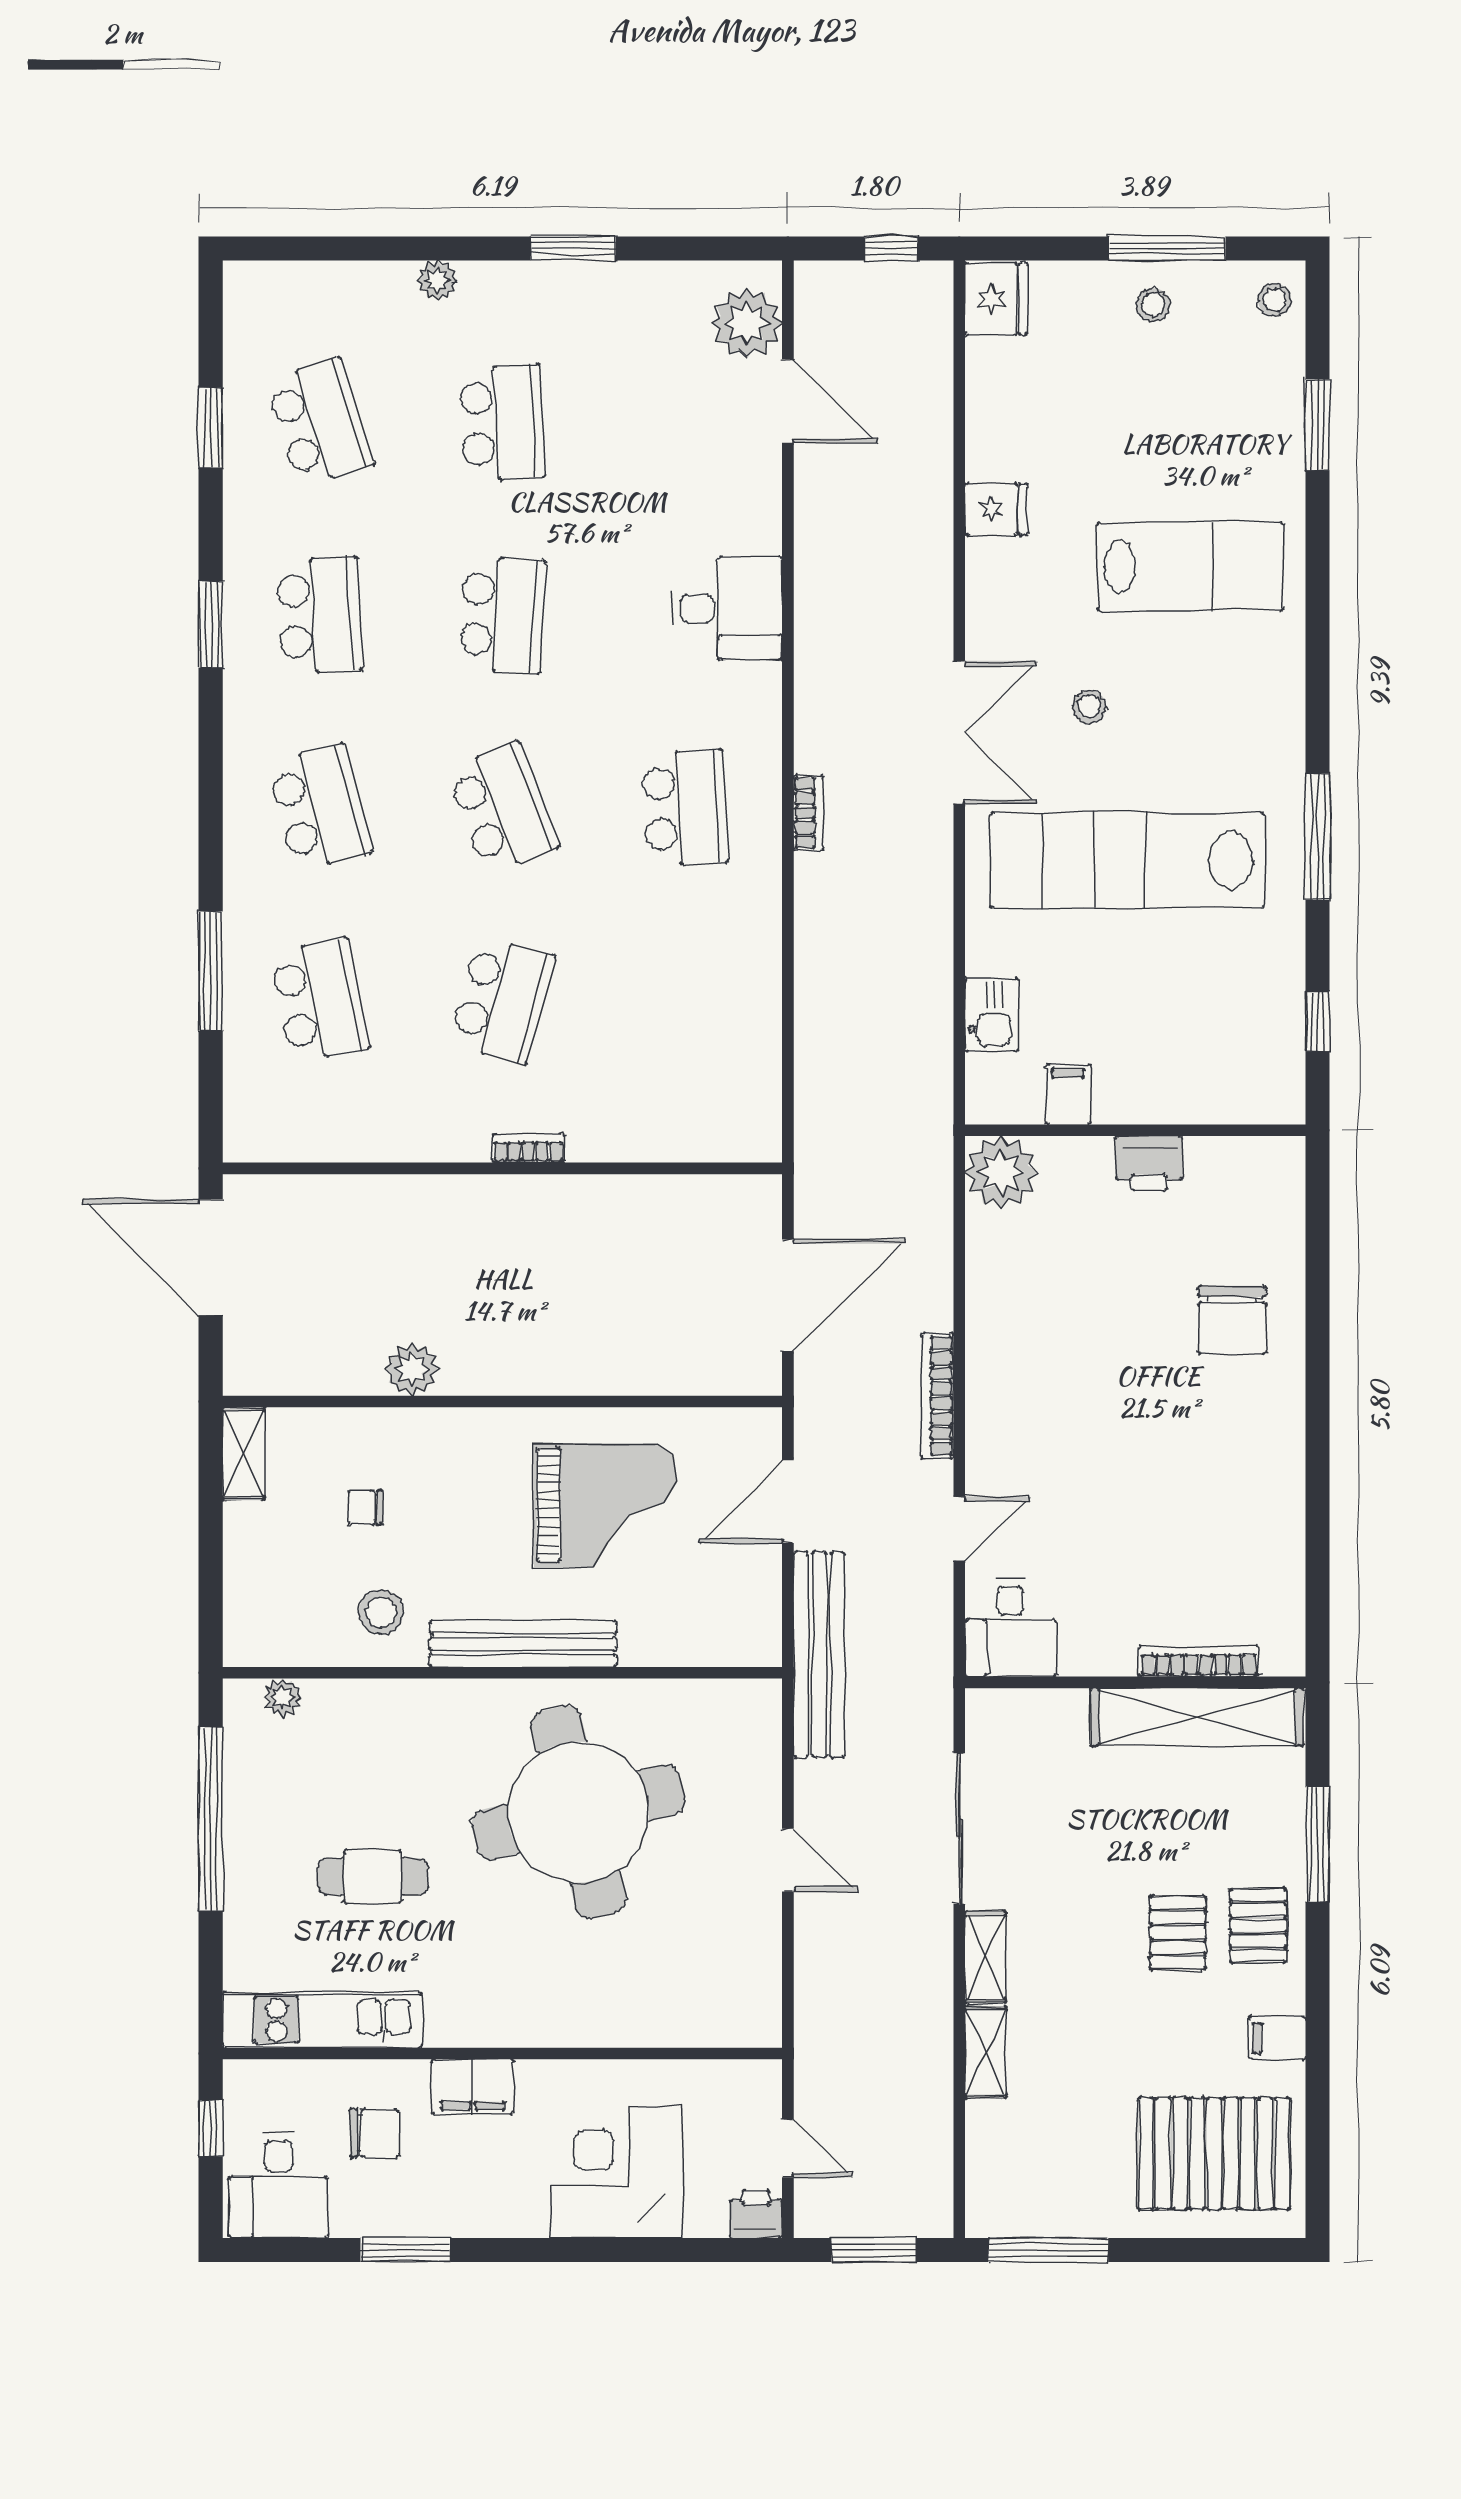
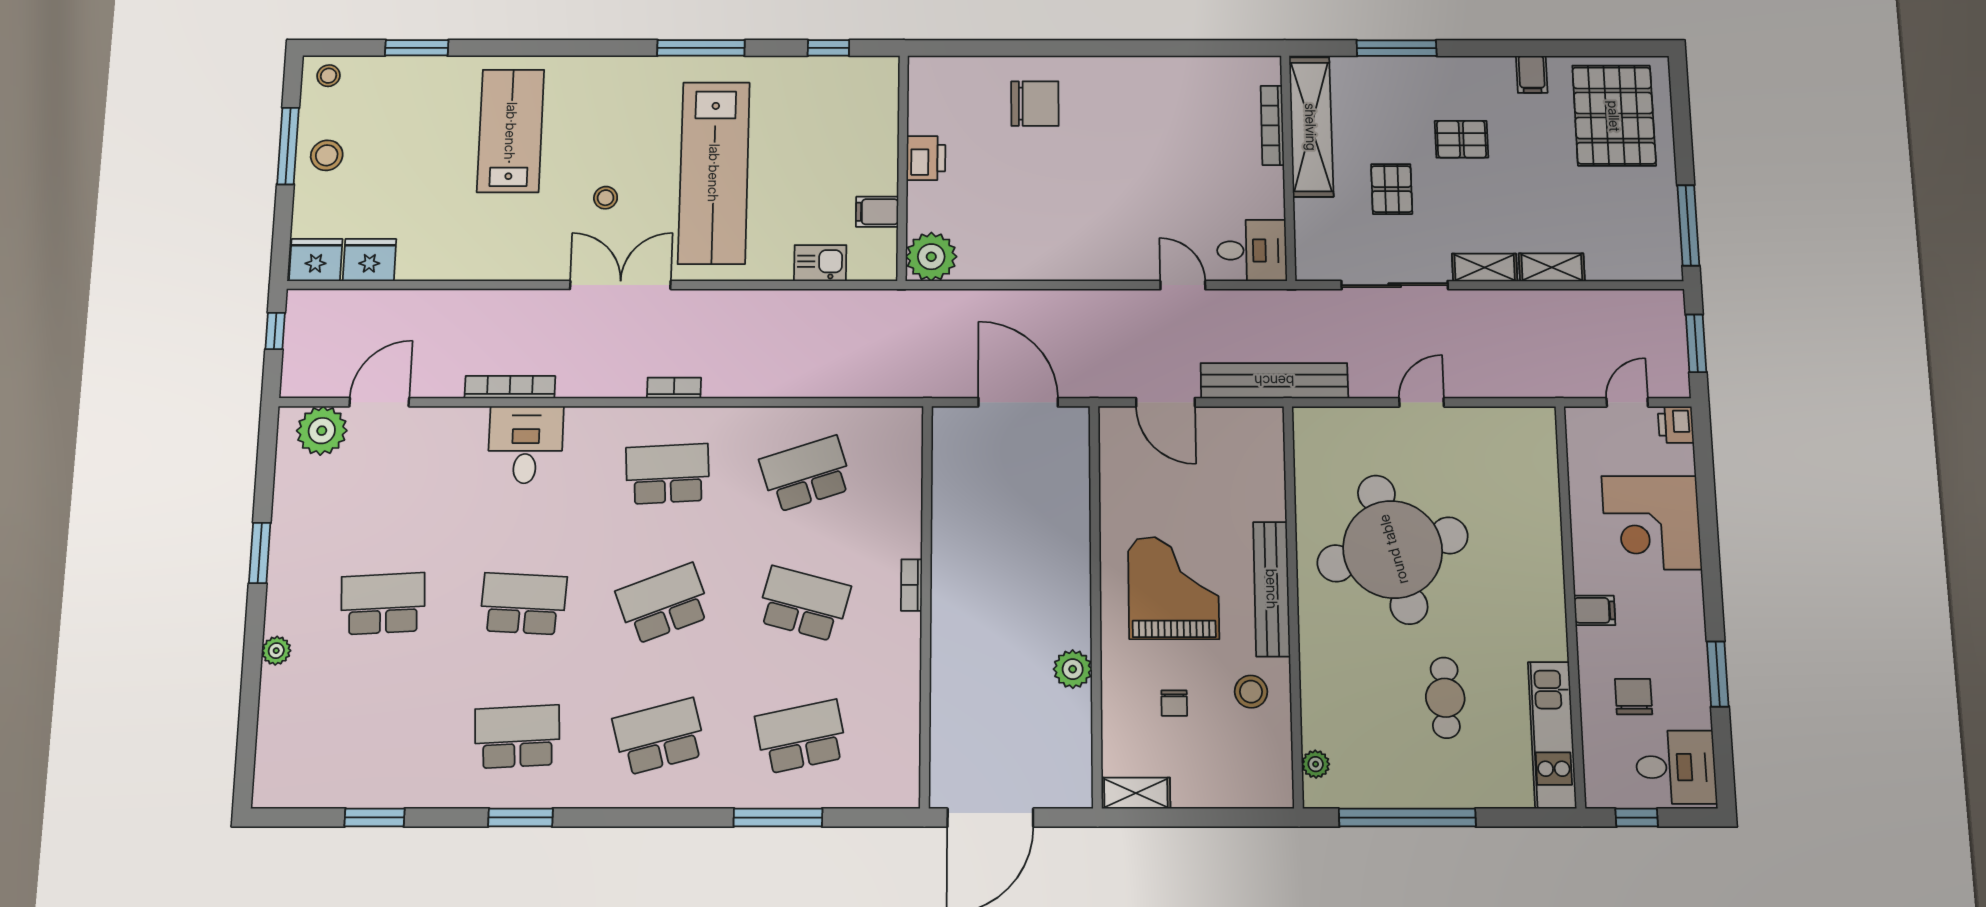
stool: (1153, 305) -> (327, 155), width x1.37, depth x1.37
school desk: (320, 423) -> (806, 474), moved
fridge: (996, 509) -> (369, 260), moved, width x1.38
bookcase: (937, 1396) -> (510, 387), moved, turned 180
grand piano: (605, 1505) -> (1174, 588), moved
pallet: (1258, 1925) -> (1392, 189), moved, turned 90
filing cabinet: (473, 2087) -> (1595, 610), width x0.50

